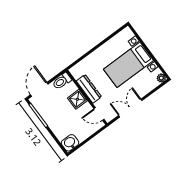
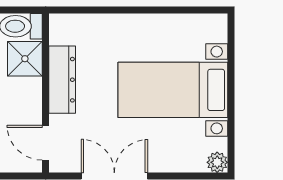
shower: (77, 99) -> (25, 59), moved

